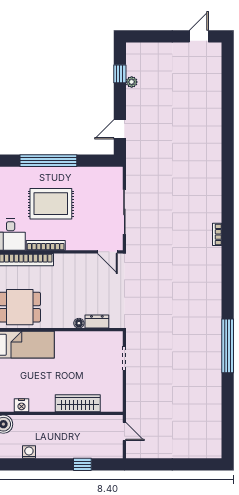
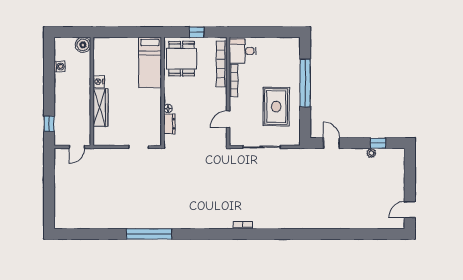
door: (199, 36) -> (410, 210), swing flipped
rug: (51, 204) -> (276, 107), moved
door: (107, 252) -> (228, 119), moved
nightstand: (21, 405) -> (99, 82), moved
window: (82, 464) -> (49, 124), moved

